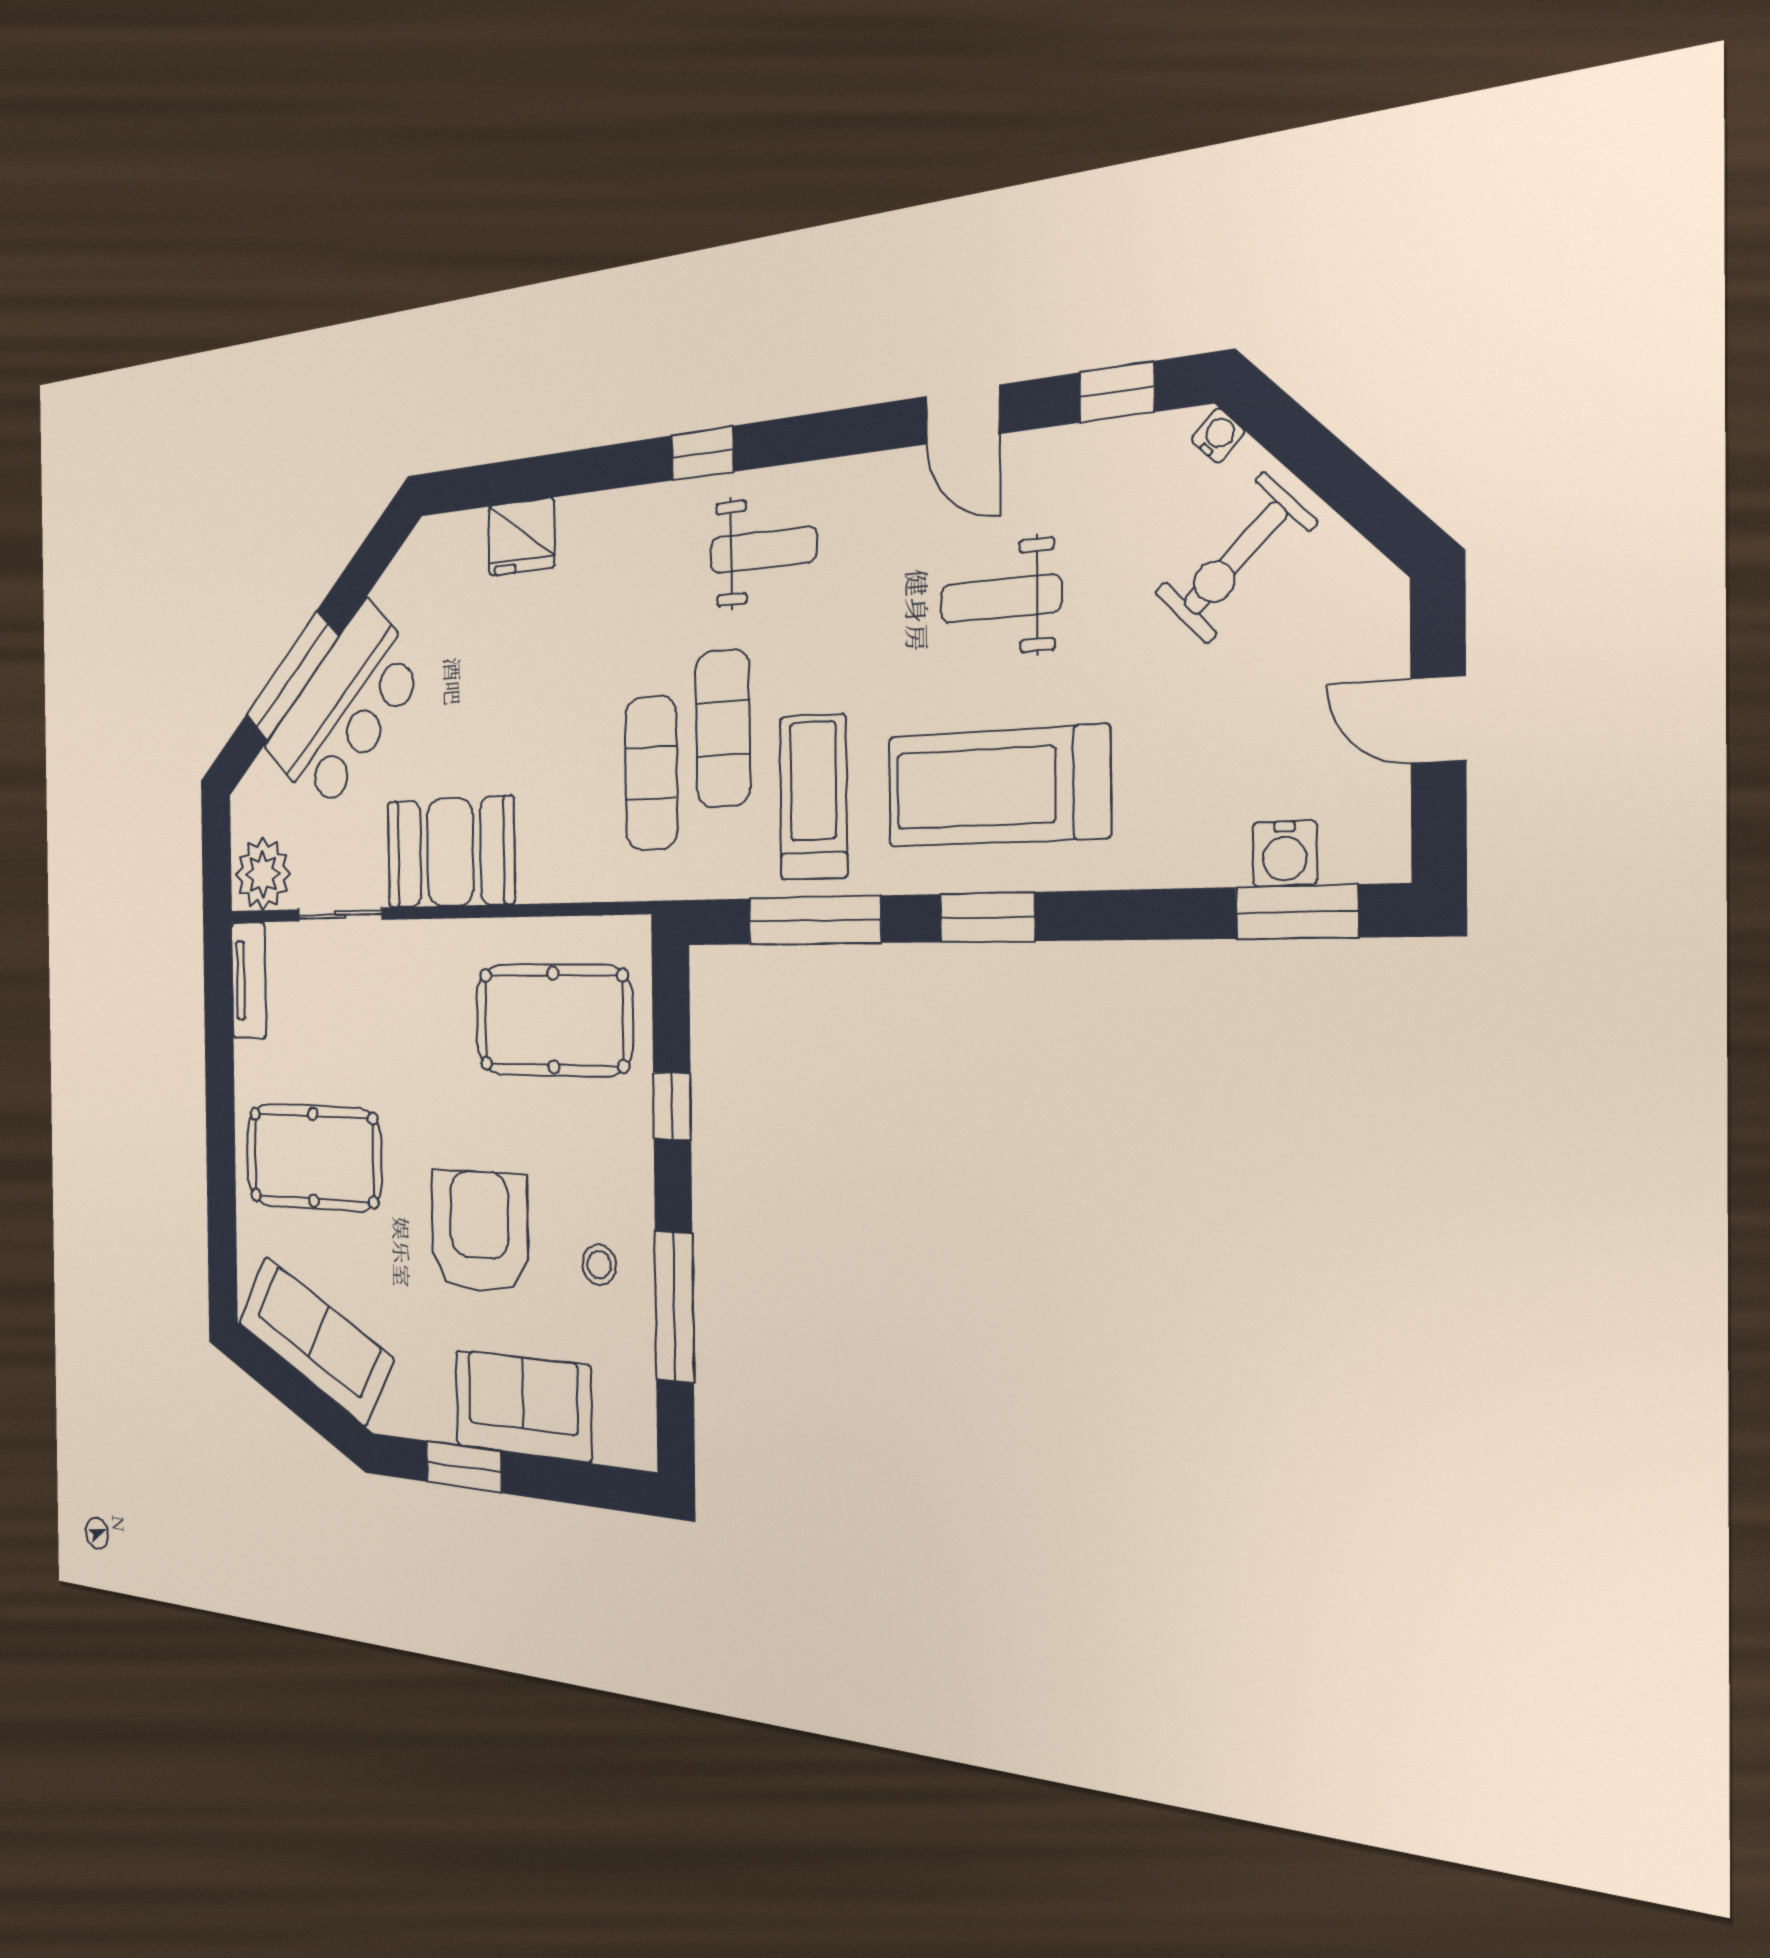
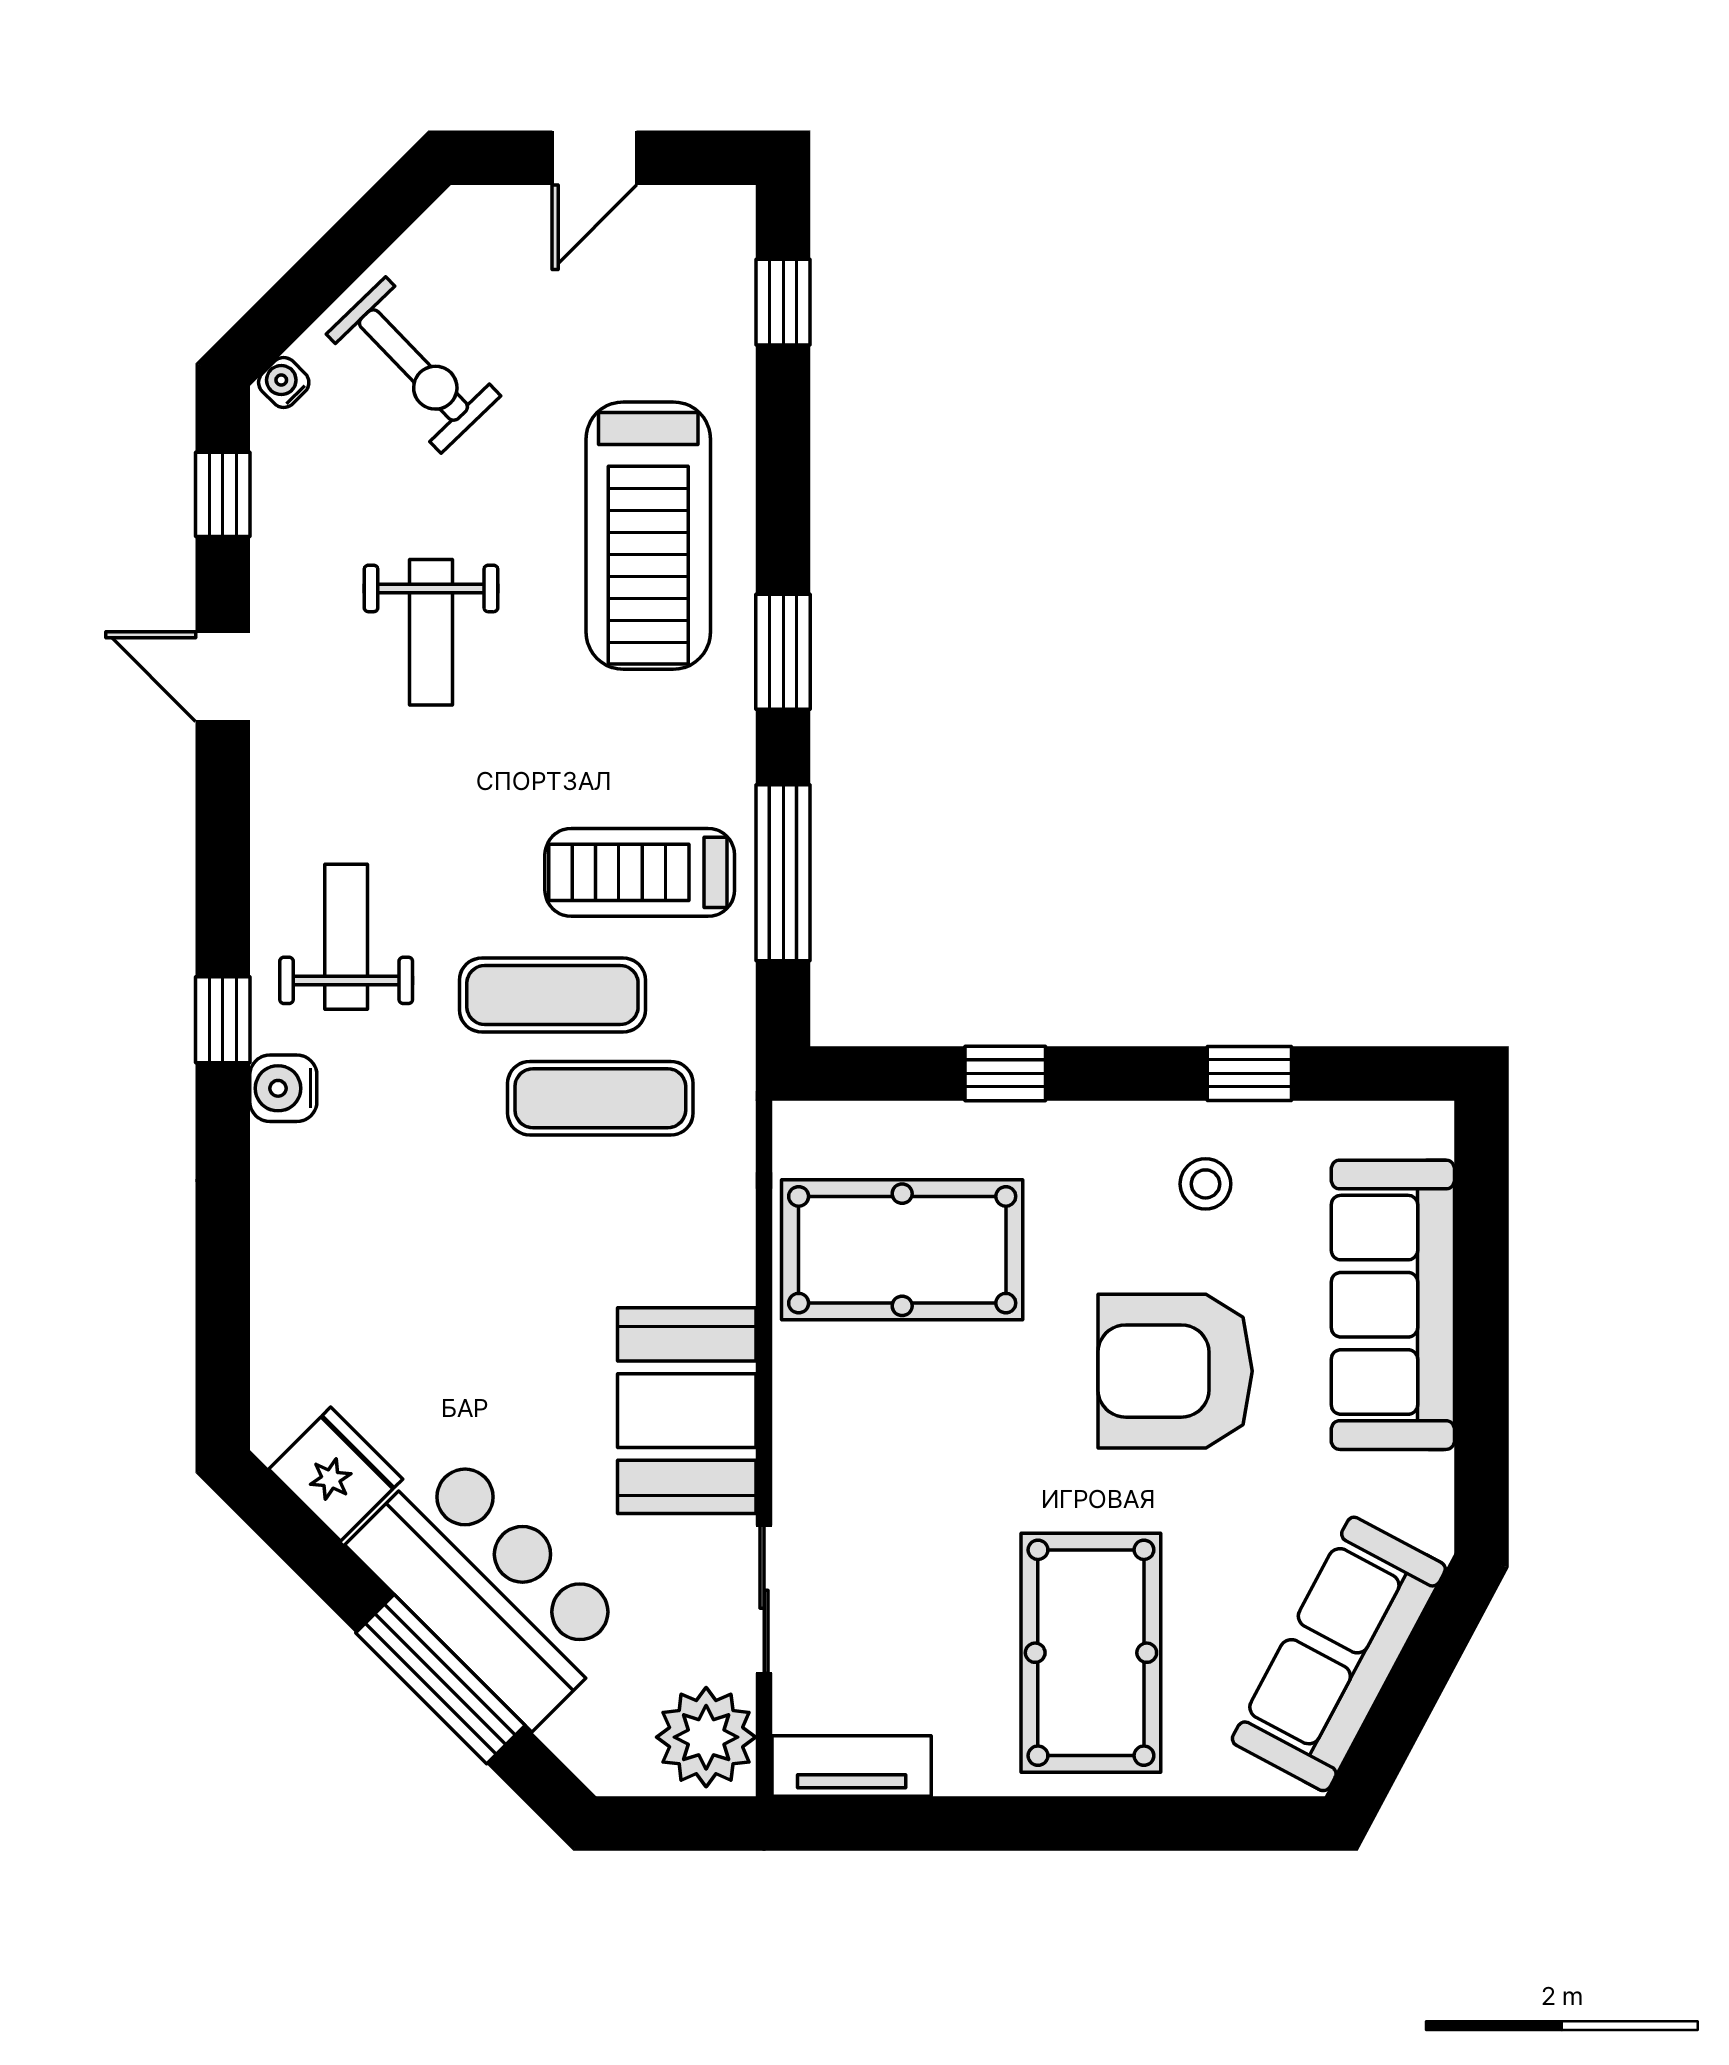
door: (963, 415) -> (223, 677), swing flipped
fridge: (521, 537) -> (336, 1474), moved, turned -45
treadmill: (997, 787) -> (648, 536), moved
water cooler: (1285, 853) -> (283, 1088), moved, turned 180
window: (1297, 912) -> (783, 302), width x0.67
pool table: (553, 1020) -> (902, 1250), turned 90
window: (674, 1307) -> (1249, 1073), width x0.46
sofa: (523, 1406) -> (1393, 1305), width x1.36
window: (464, 1467) -> (1482, 1401), removed

